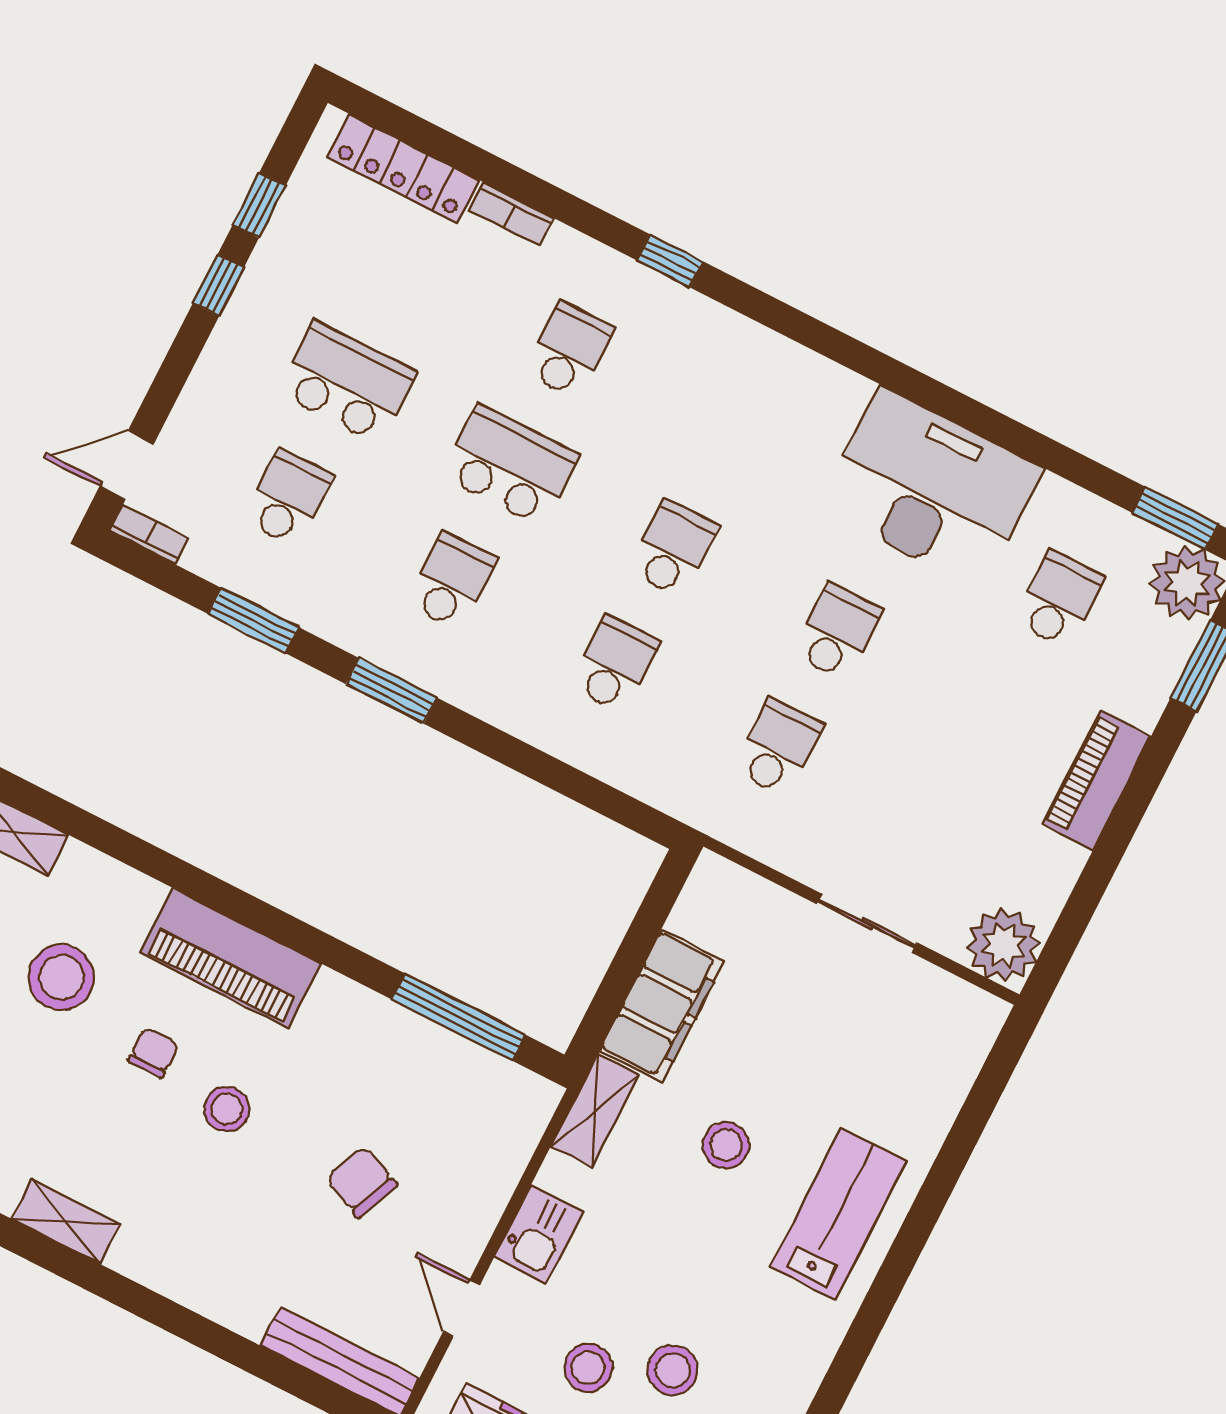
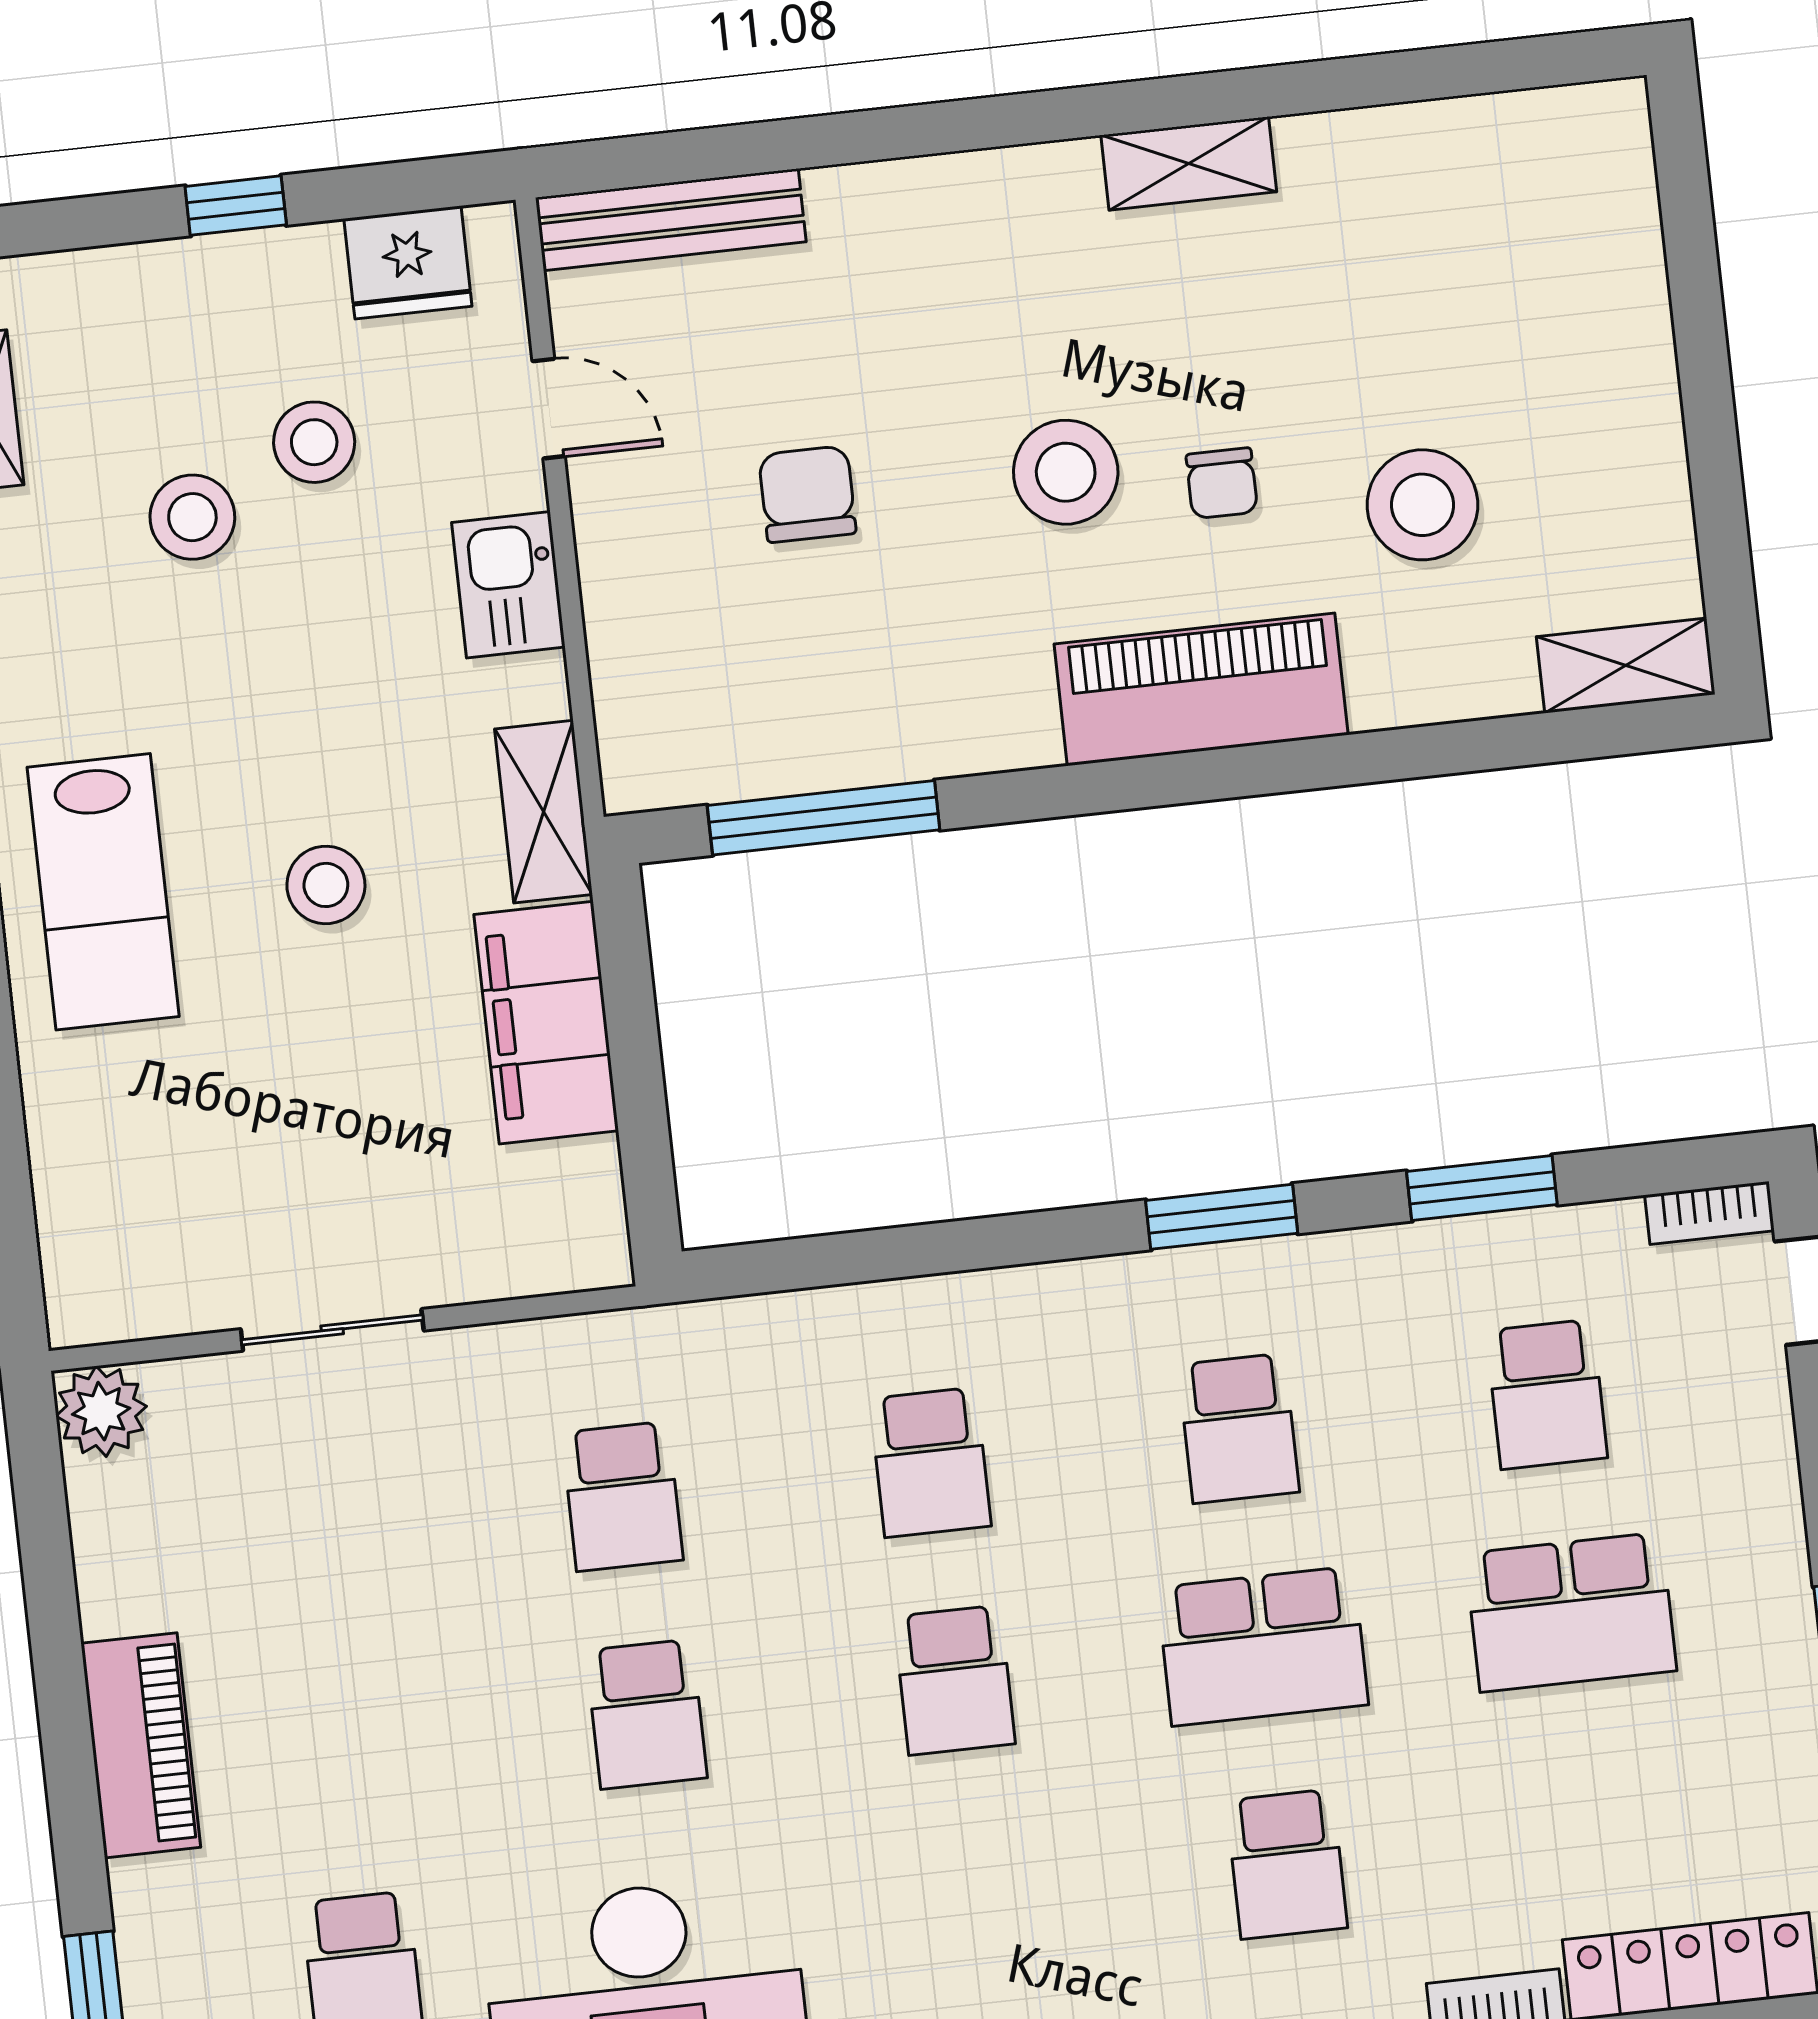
plant: (1003, 945) -> (101, 1411), width x0.73, depth x0.73
stool: (227, 1109) -> (1066, 472), width x1.38, depth x1.38
chair: (362, 1182) -> (807, 494), turned -113

